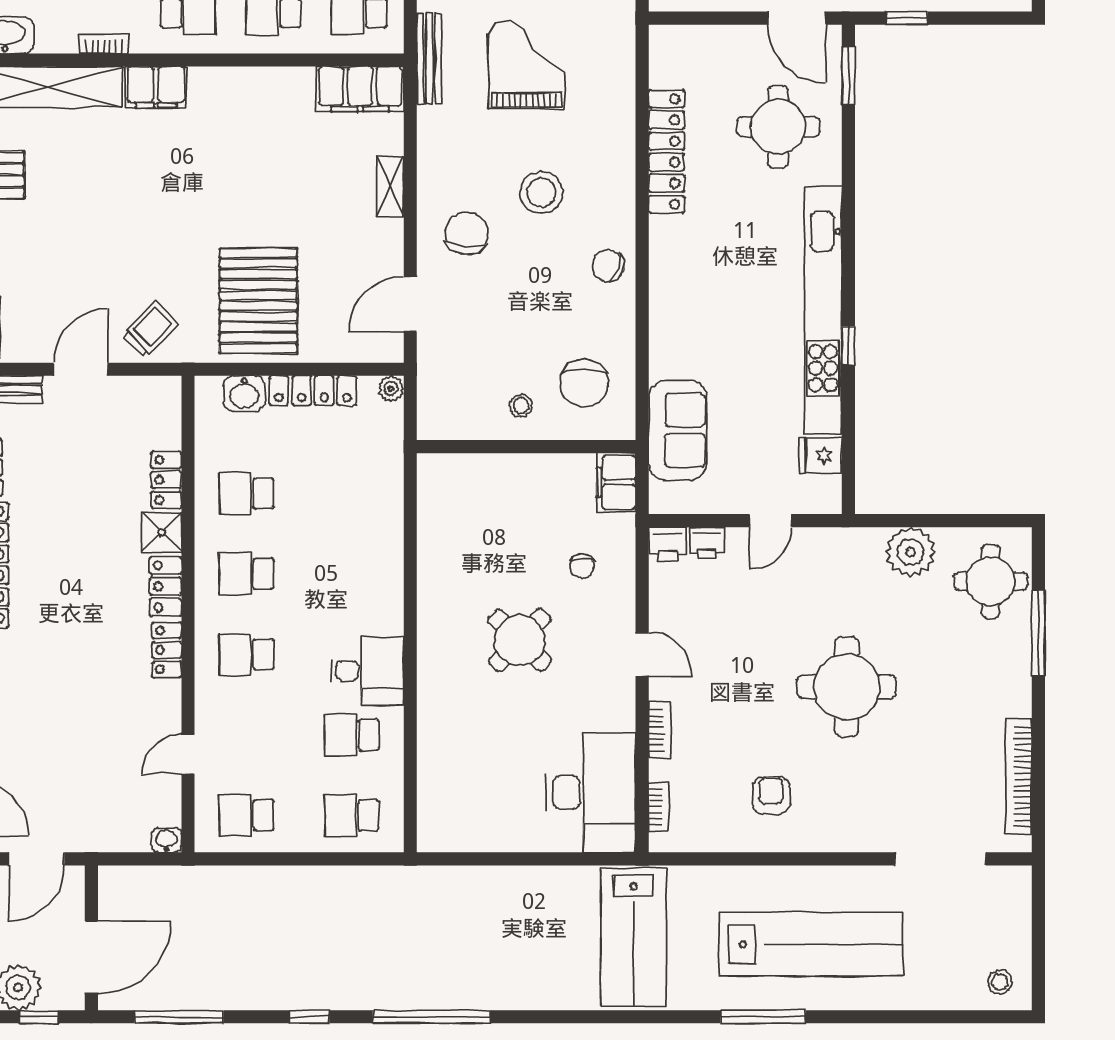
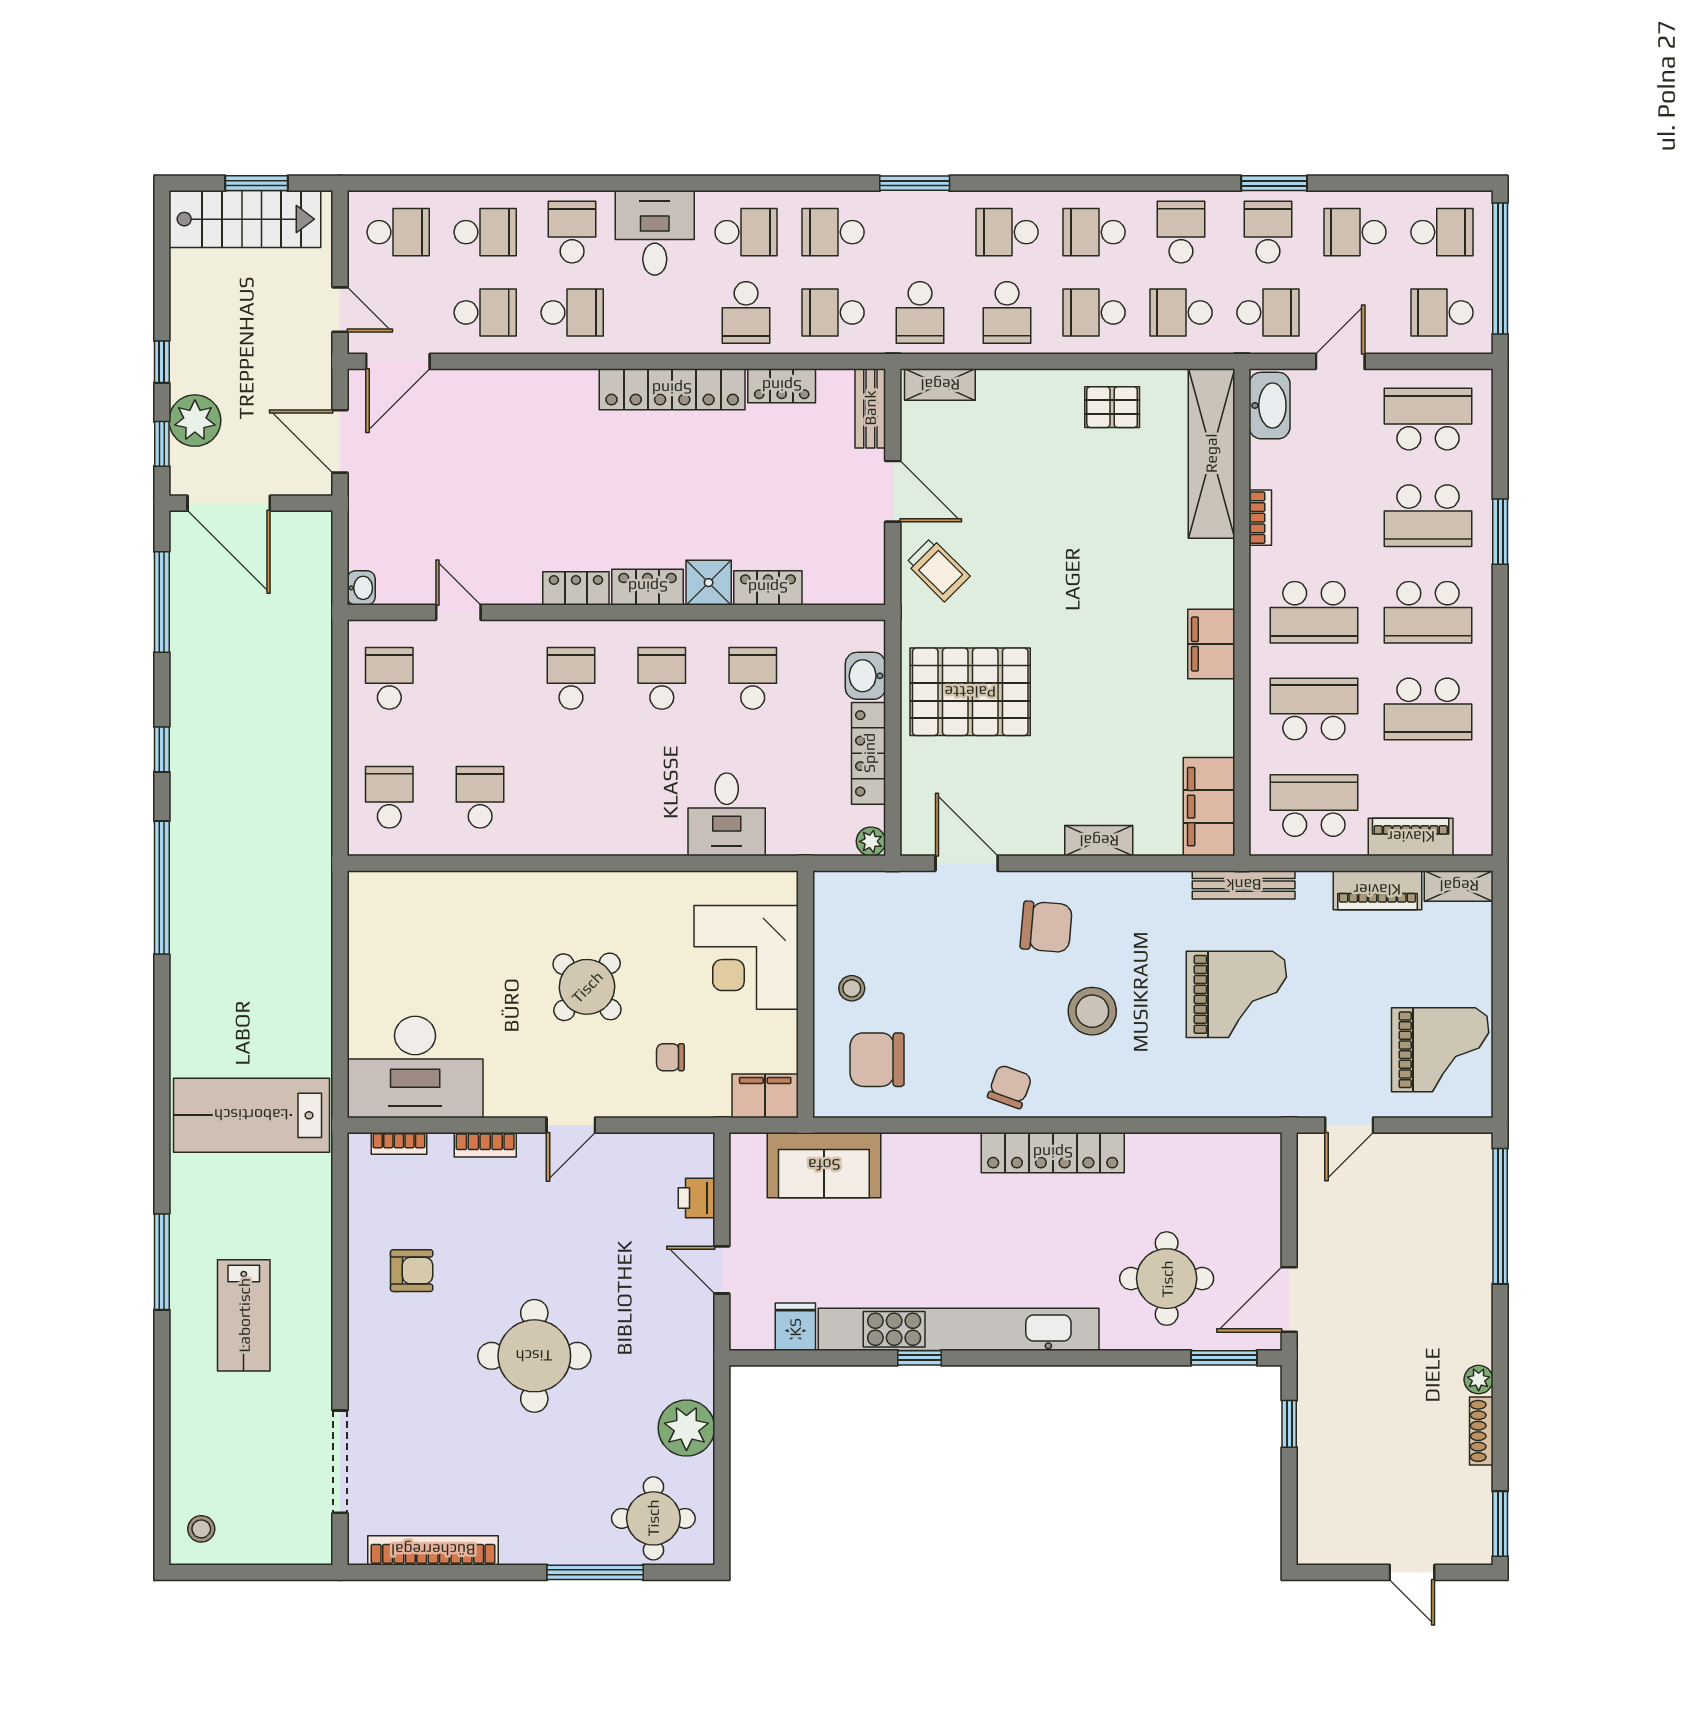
filing cabinet: (156, 87) -> (1211, 644), moved
locker: (667, 152) -> (1053, 1153), moved
corner desk: (494, 499) -> (746, 957), added
printer: (668, 544) -> (695, 1154), removed
desk: (367, 671) -> (727, 814), moved
lab bench: (811, 944) -> (244, 1315), width x0.54, depth x0.72

